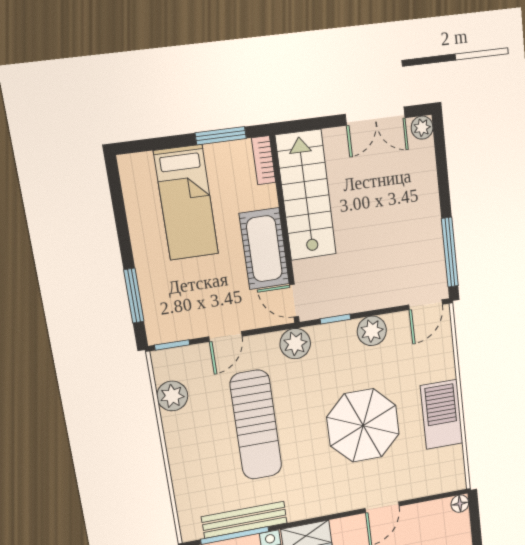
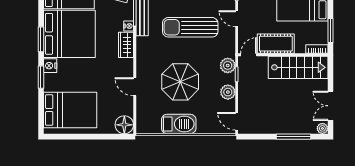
window: (450, 252) -> (294, 137), moved
plant: (295, 344) -> (228, 65), moved
floor lamp: (460, 504) -> (124, 125), width x1.89, depth x1.89

